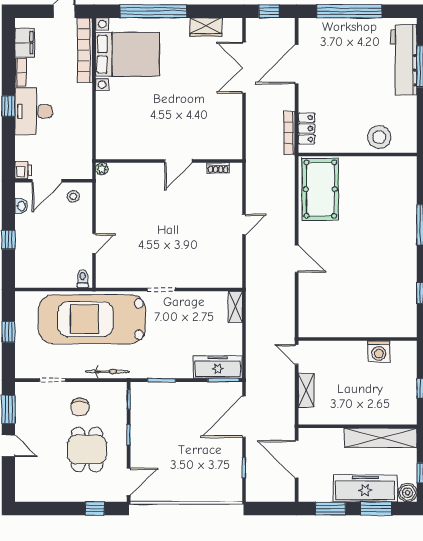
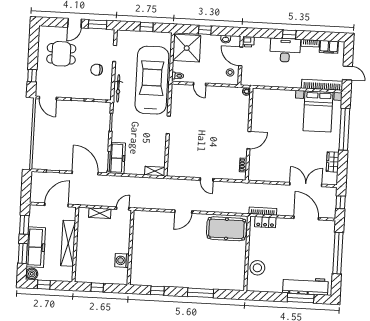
door: (178, 161) -> (249, 140), swing flipped
shower: (38, 267) -> (187, 48), added
shelving: (381, 438) -> (68, 243), moved
dining table: (87, 450) -> (61, 54), moved

